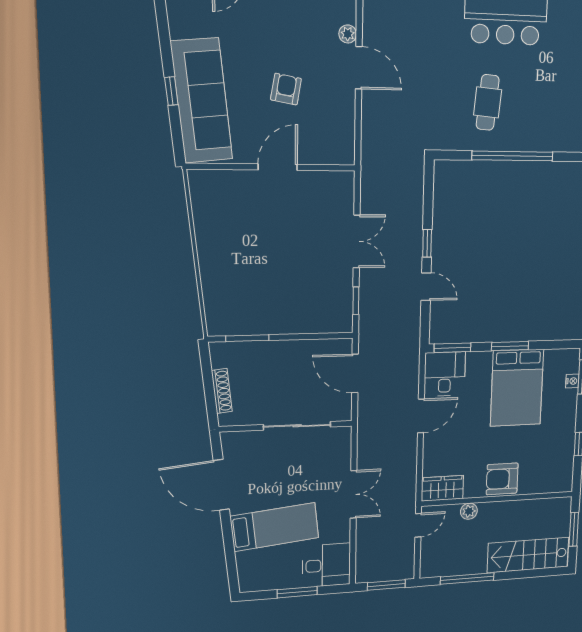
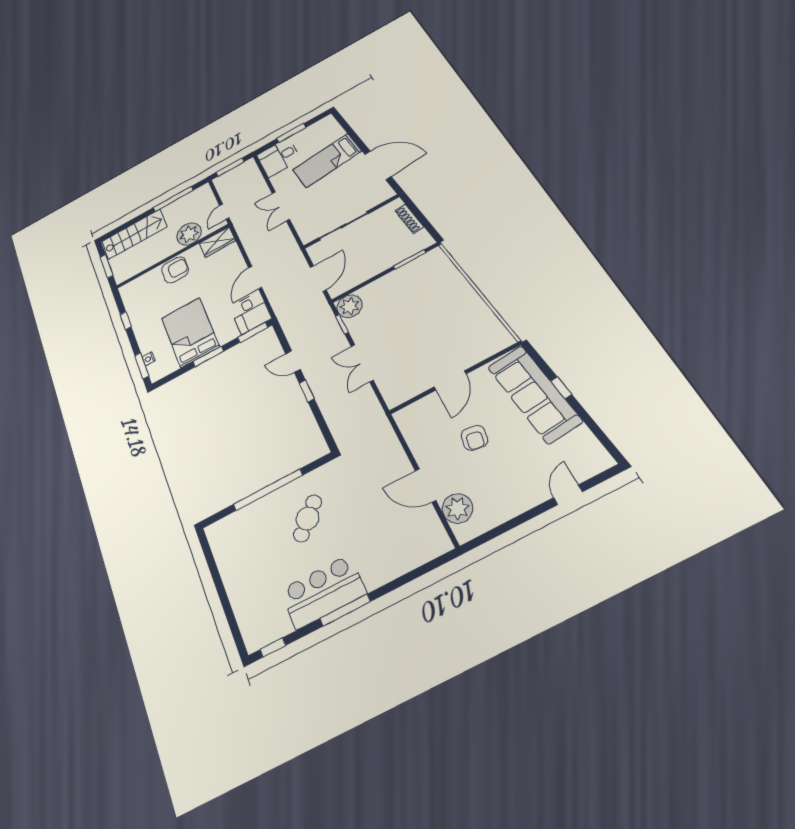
plant: (348, 34) -> (457, 508), width x1.88, depth x1.88
cafe table: (488, 102) -> (308, 518), turned 40
plant: (338, 318) -> (350, 306), added
door: (355, 373) -> (318, 279), hinge flipped
plant: (469, 511) -> (189, 234), width x1.88, depth x1.88

